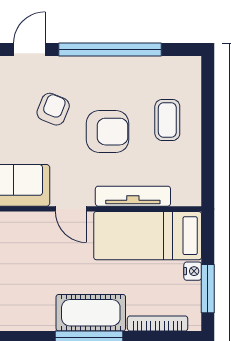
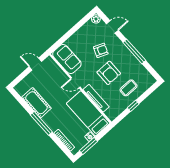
window: (110, 50) -> (134, 51), width x0.68
window: (208, 141) -> (133, 106), added
door: (71, 209) -> (75, 83), hinge flipped
cot: (91, 313) -> (36, 103), moved

